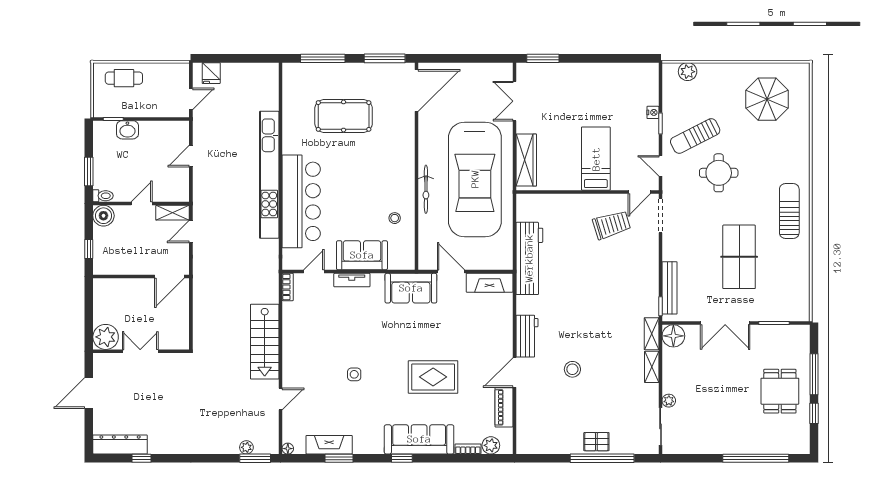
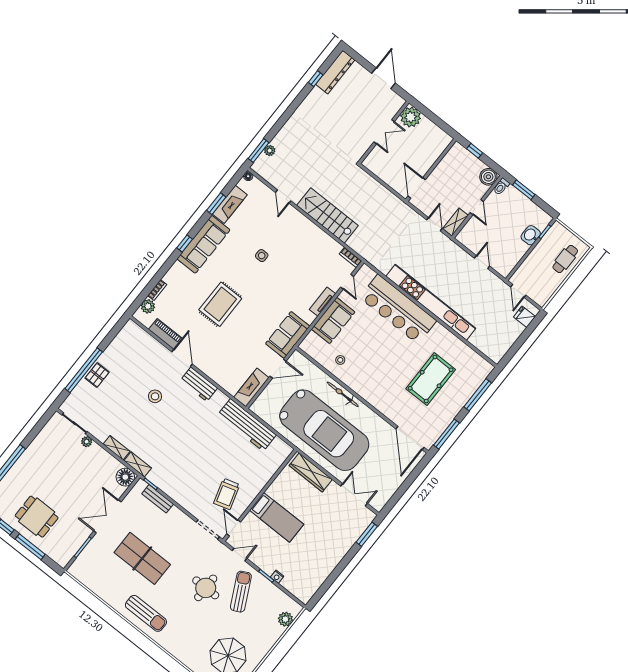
car: (475, 179) -> (324, 430), turned 180
bench: (670, 288) -> (158, 499), width x0.73
sofa: (419, 439) -> (203, 244), moved

